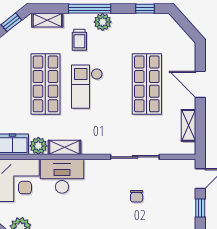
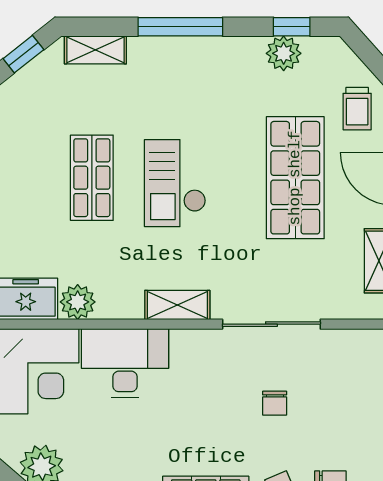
plant: (103, 22) -> (284, 53), moved
trolley: (79, 40) -> (357, 109), moved
shop shelf: (45, 84) -> (92, 178), width x0.70, depth x0.74
shelving: (65, 147) -> (177, 305), moved

